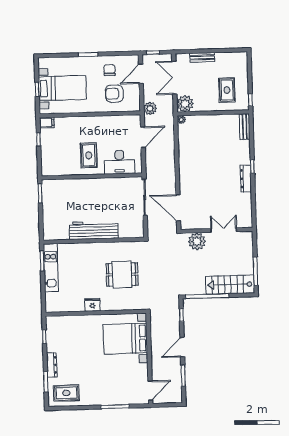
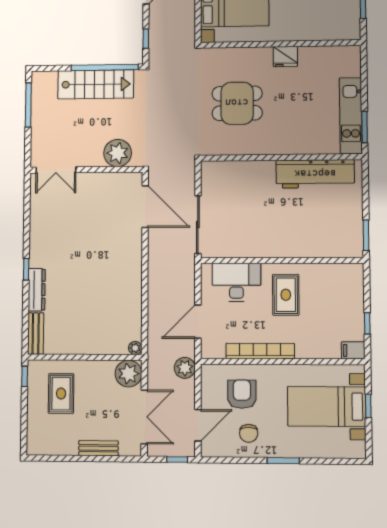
armchair: (114, 94) -> (242, 394), turned -90
bookcase: (104, 120) -> (260, 351), added
dresser: (246, 179) -> (37, 290), moved
workbench: (94, 230) -> (315, 174), moved
double door: (224, 230) -> (56, 170), moved
stairs: (230, 285) -> (96, 84), moved

